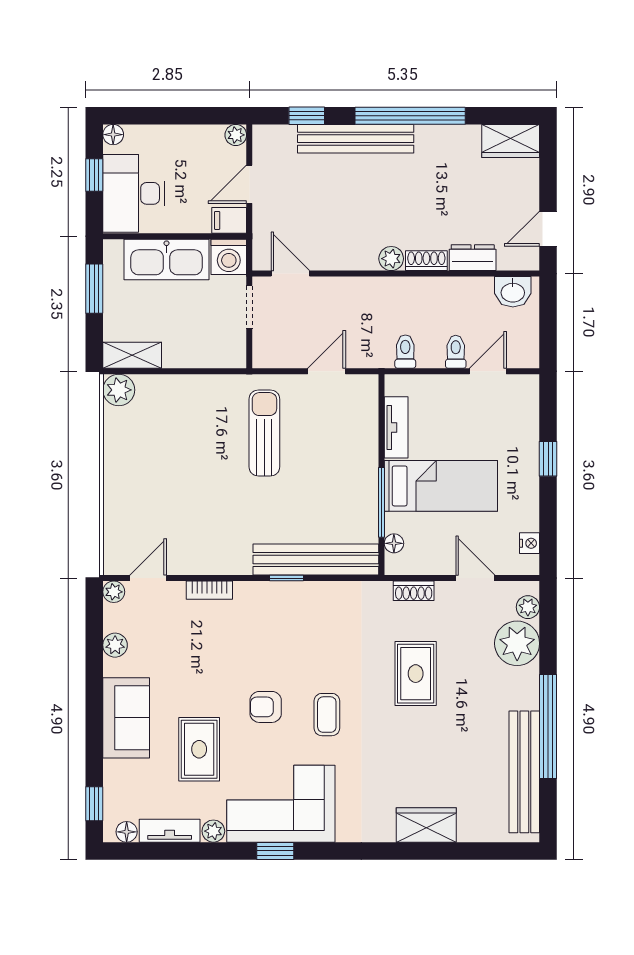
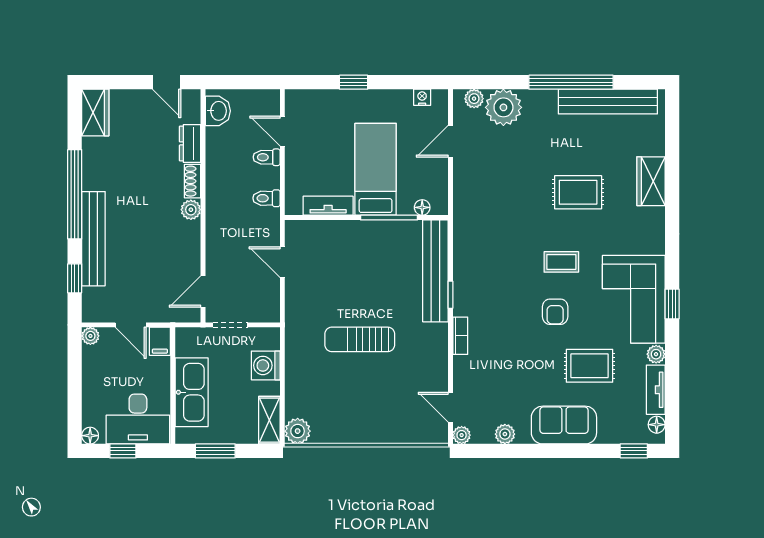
washing machine: (229, 257) -> (266, 365), moved, turned 180
sun lounger: (264, 433) -> (360, 339), moved
bookcase: (209, 590) -> (460, 336), moved
shoe rack: (414, 591) -> (461, 191), removed
rug: (416, 674) -> (578, 192), moved

